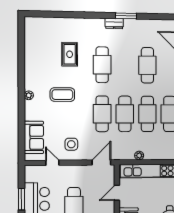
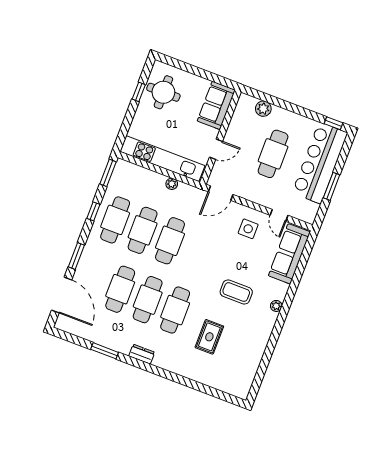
window: (126, 16) -> (105, 351), moved
cafe table: (102, 114) -> (148, 300), moved
sofa: (34, 137) -> (289, 254), width x1.36

